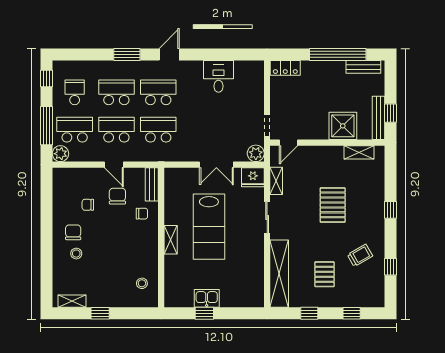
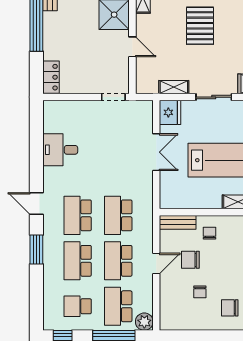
door: (288, 143) -> (132, 47), moved
plant: (256, 153) -> (144, 109), removed
pallet: (333, 205) -> (200, 26), turned 90

